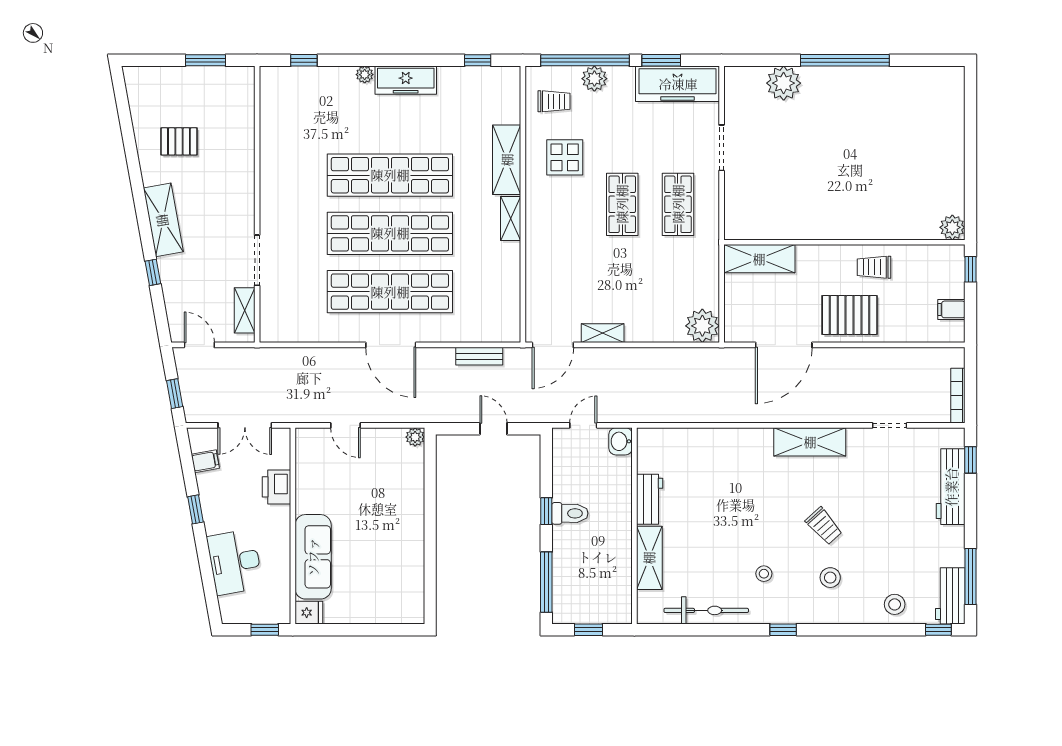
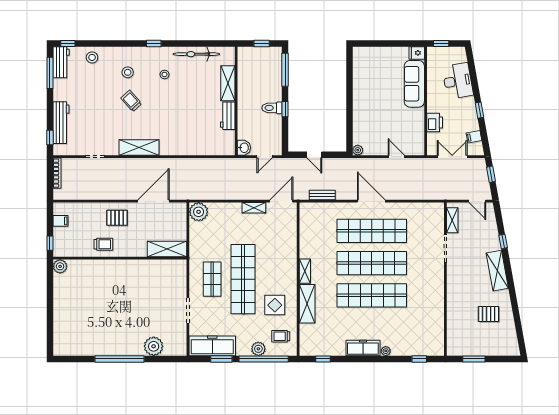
shop shelf: (622, 204) -> (243, 279), width x2.00, depth x1.36
pallet: (850, 315) -> (117, 218), width x0.67, depth x0.71

